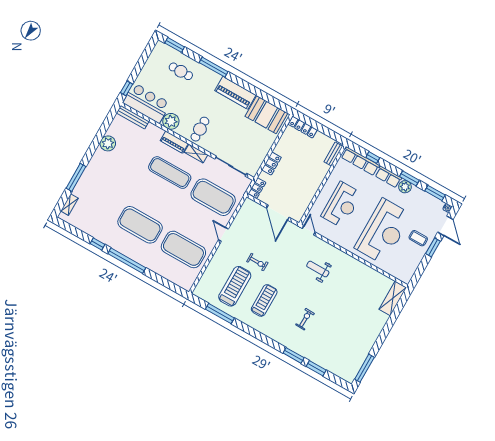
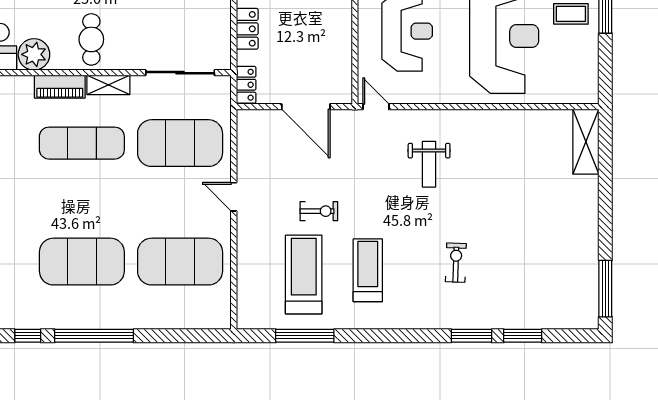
weight bench: (318, 269) -> (429, 164), turned -90

